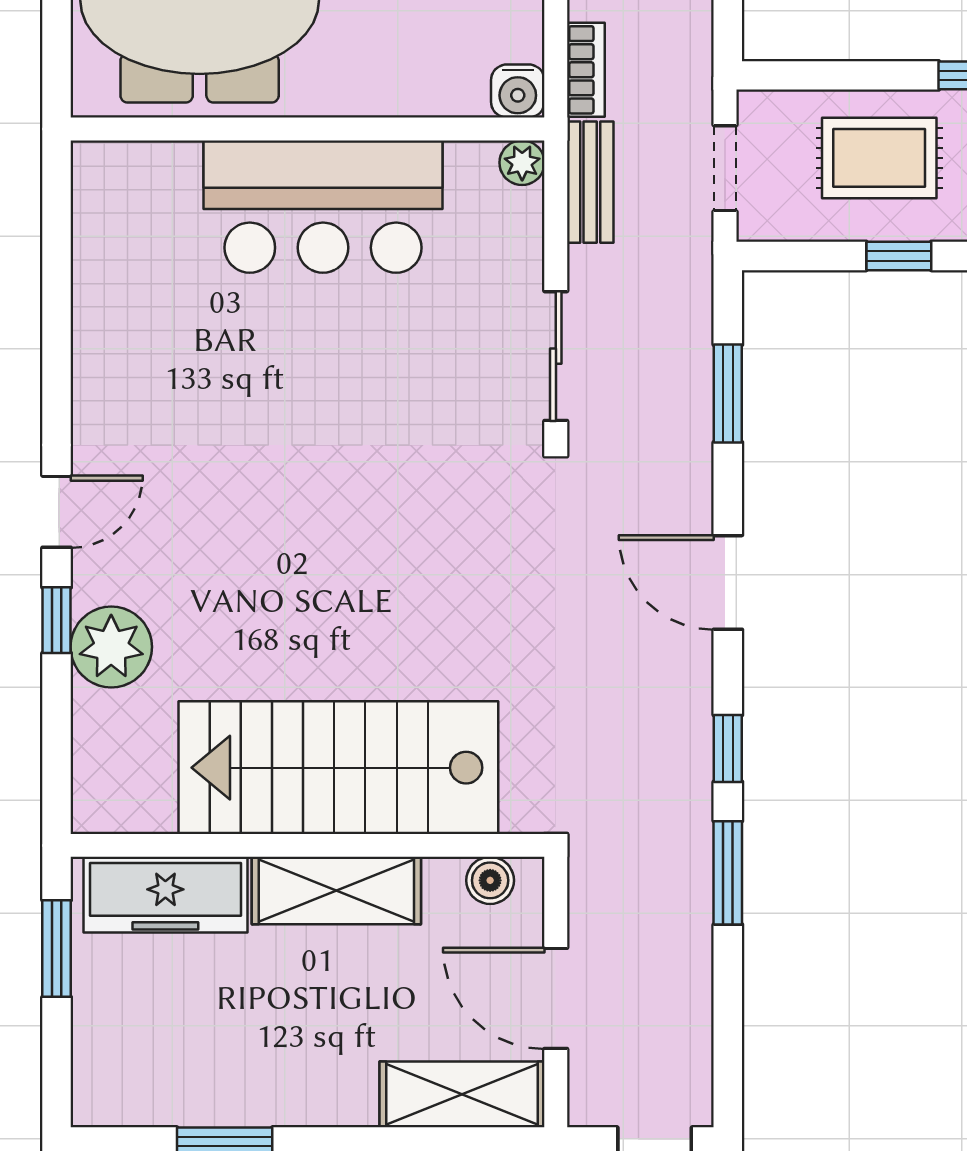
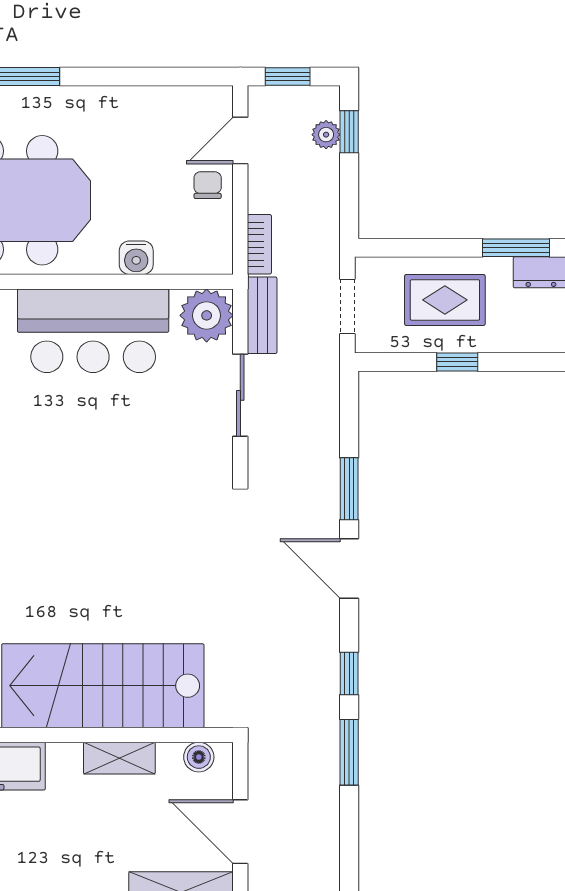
water cooler: (518, 91) -> (136, 258), moved
plant: (522, 163) -> (207, 315), width x1.88, depth x1.88
sliding door: (556, 356) -> (240, 395), moved
window: (728, 394) -> (349, 489), moved
shelving: (336, 891) -> (119, 758), width x0.67, depth x0.75

